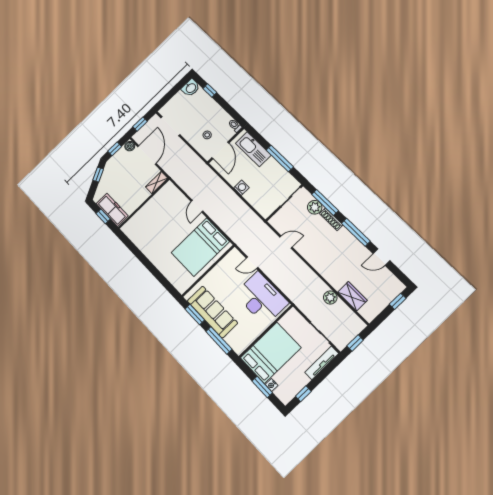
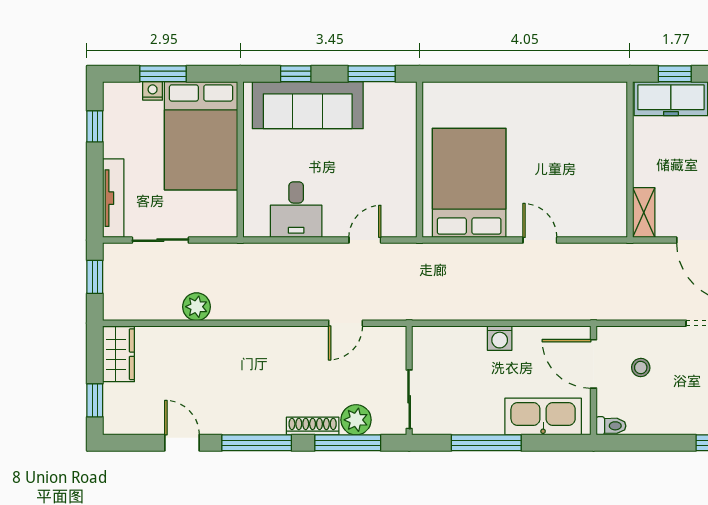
door: (381, 257) -> (182, 443), hinge flipped
wardrobe: (353, 296) -> (118, 354), moved, turned -90
desk: (261, 298) -> (296, 210), width x0.53, depth x0.77
sofa: (212, 312) -> (308, 105), moved
window: (219, 340) -> (296, 74), width x0.46

